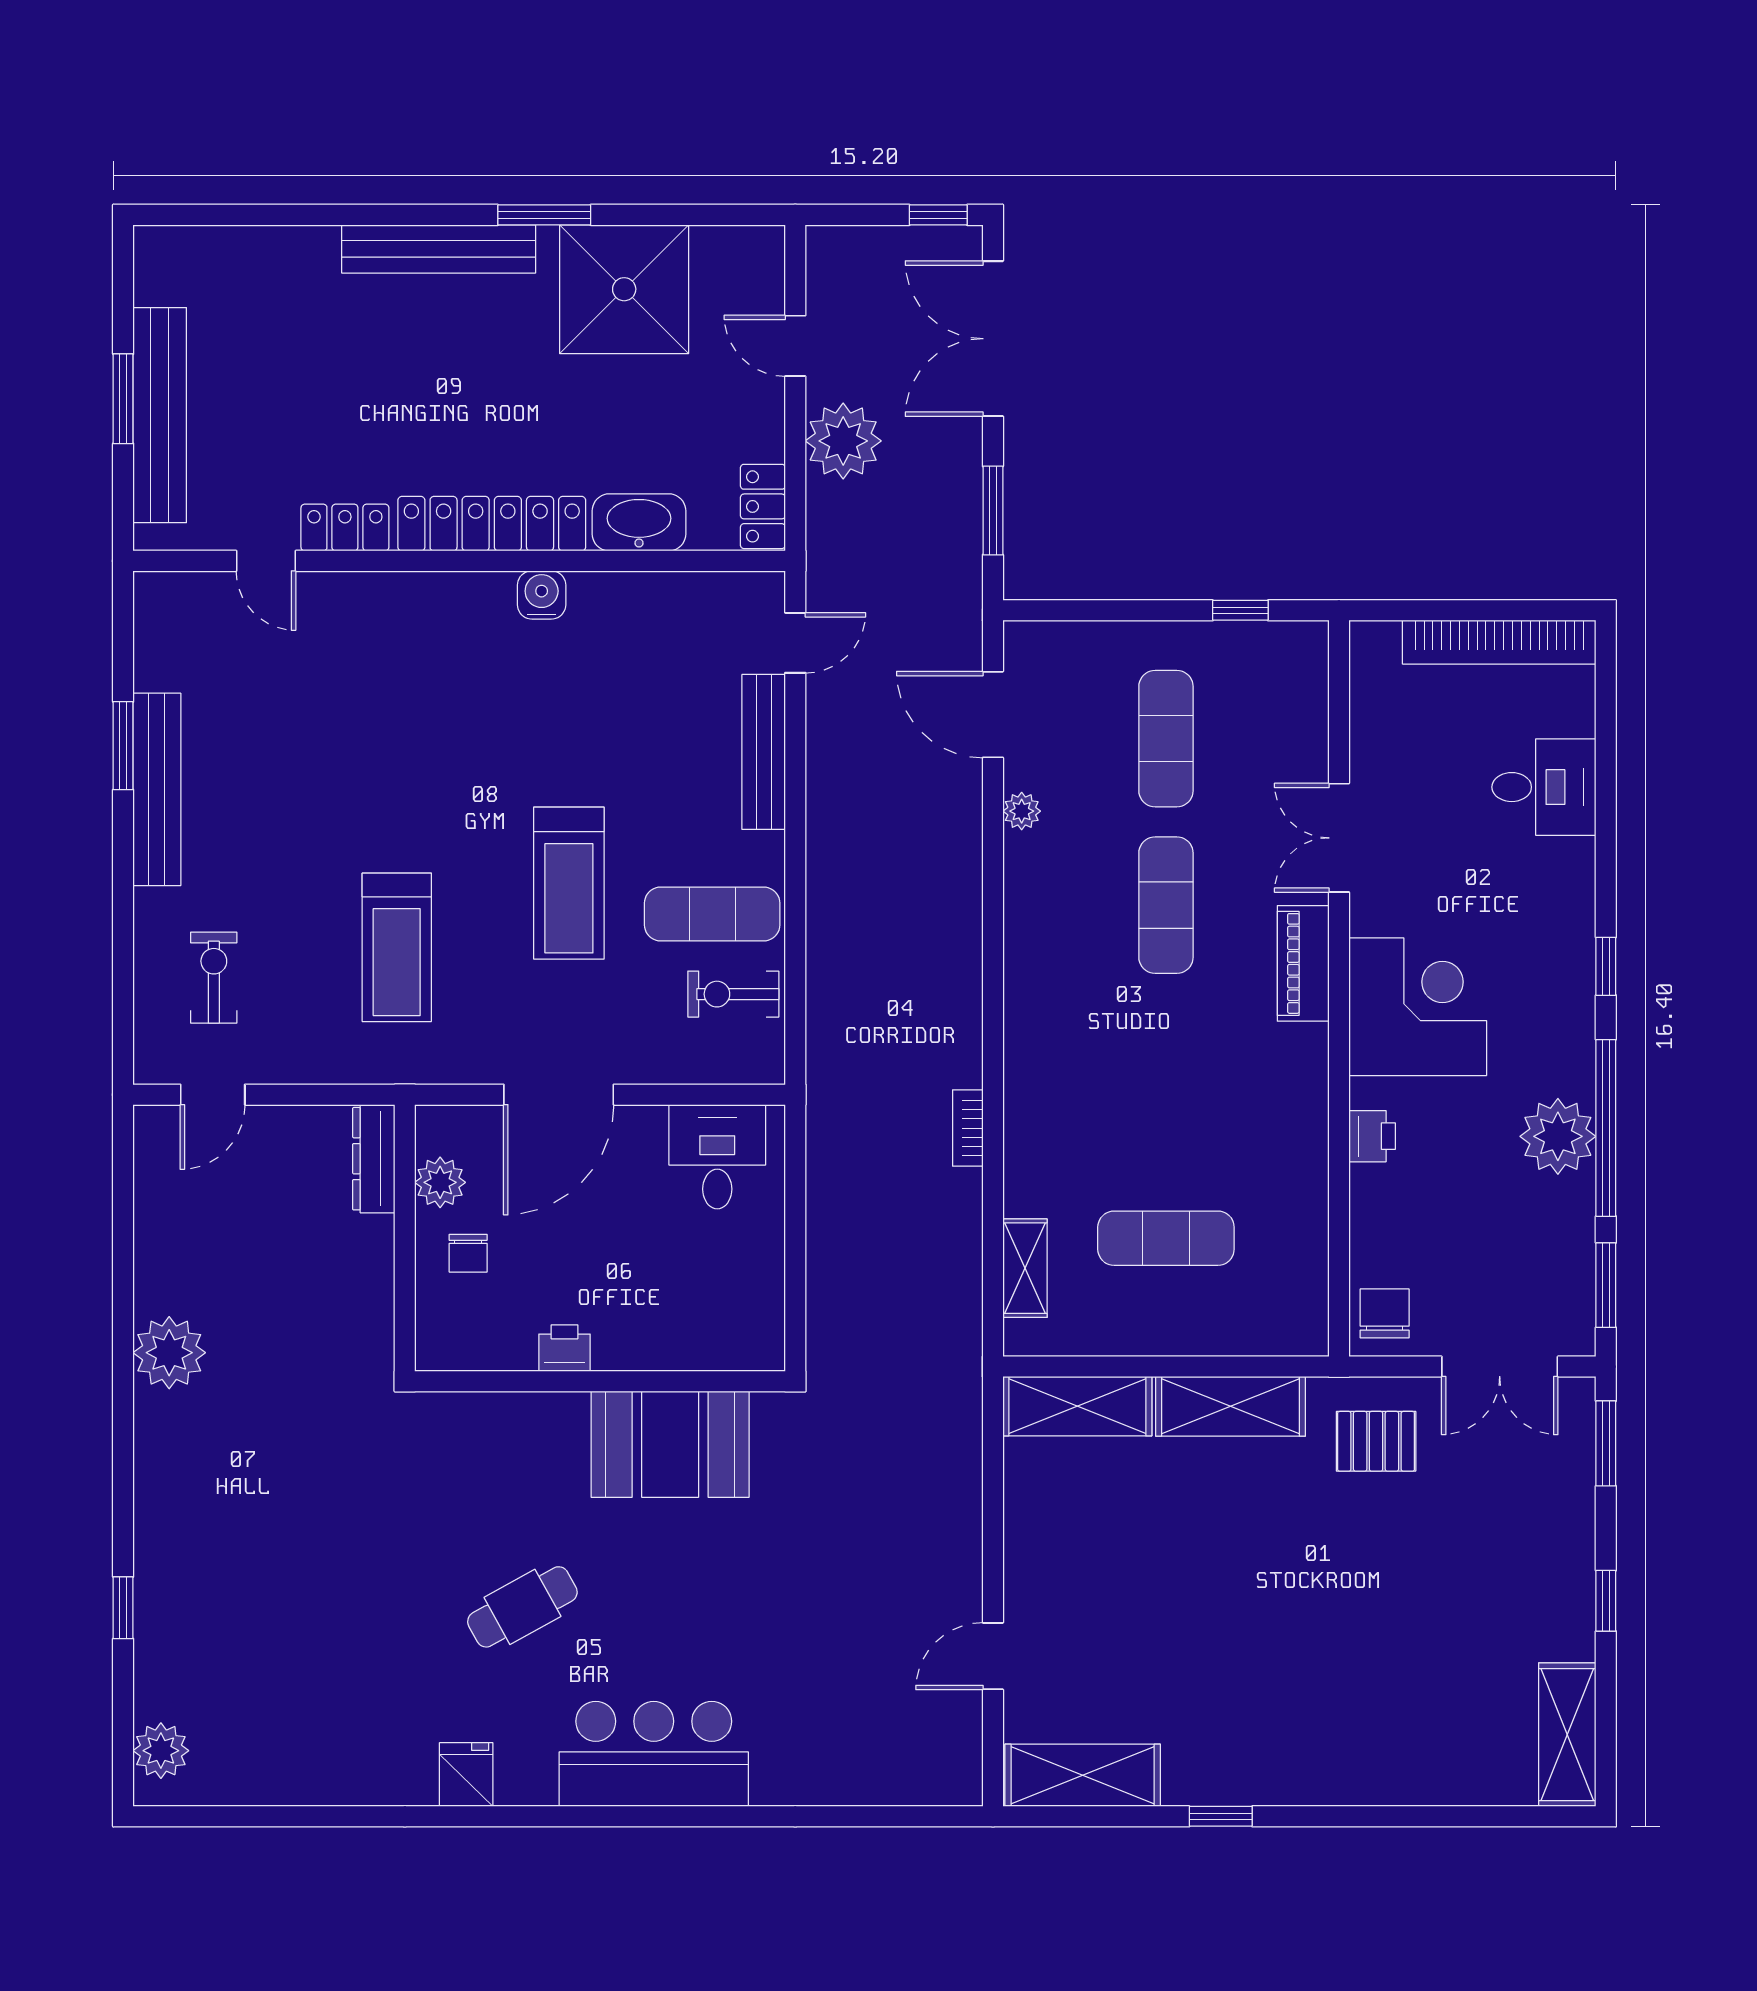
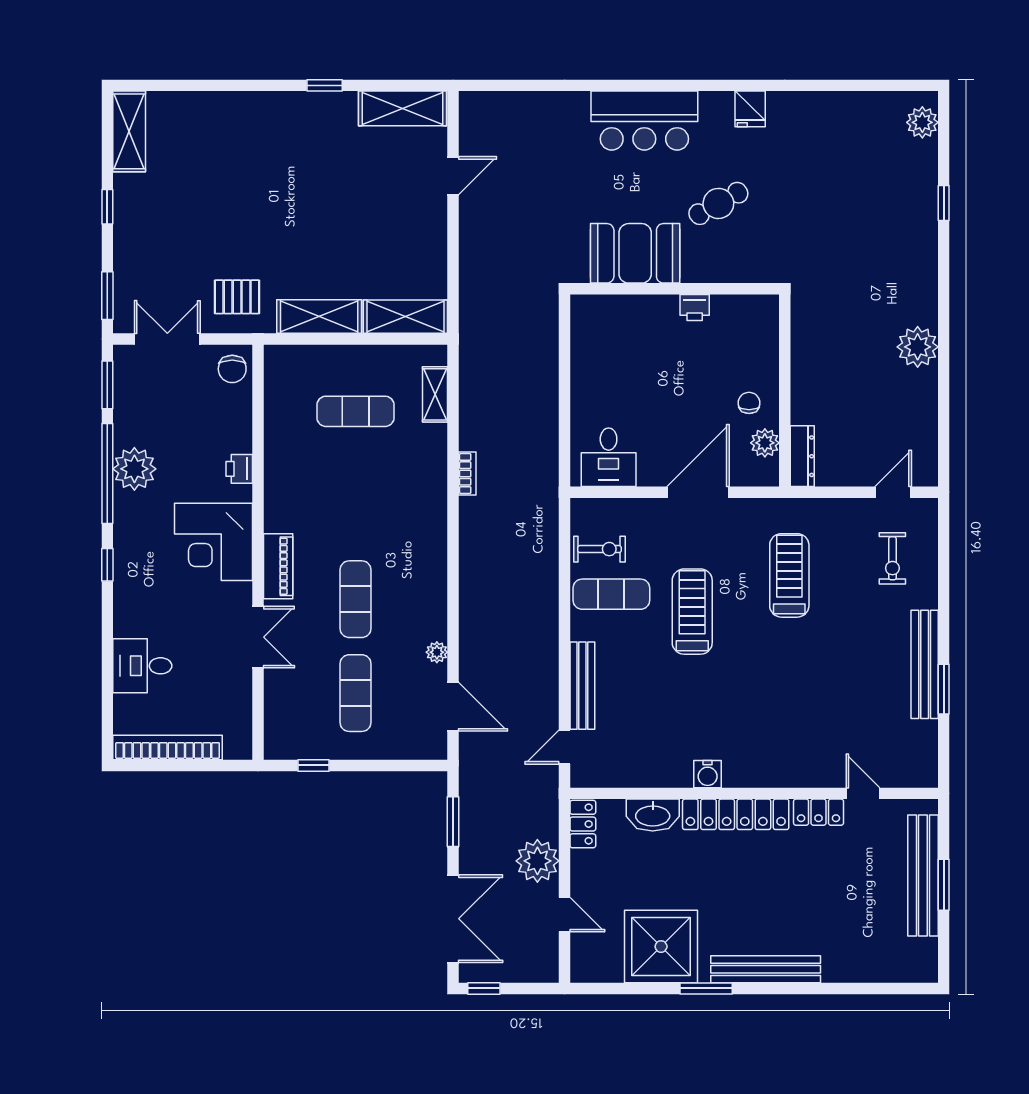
printer: (565, 1348) -> (695, 308), moved
wall: (600, 1381) -> (675, 289), moved
booth: (670, 1444) -> (635, 253), moved

